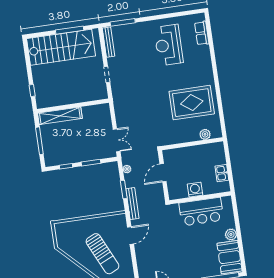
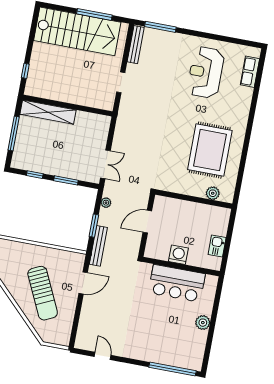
rug: (192, 103) -> (210, 150), turned 90
booth: (230, 257) -> (192, 349), removed

